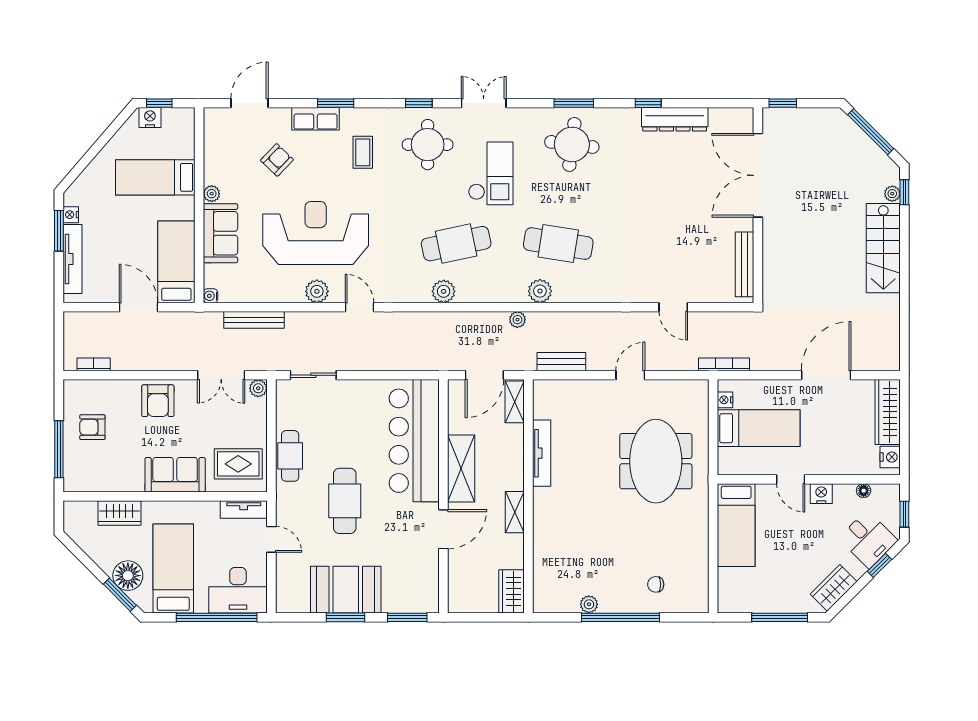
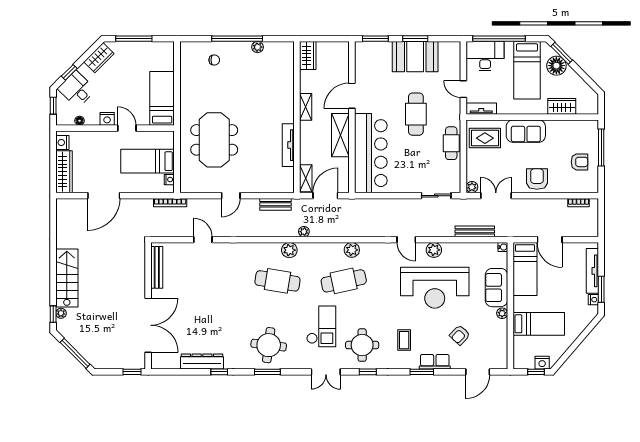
checkout: (491, 173) -> (321, 326), turned 180

